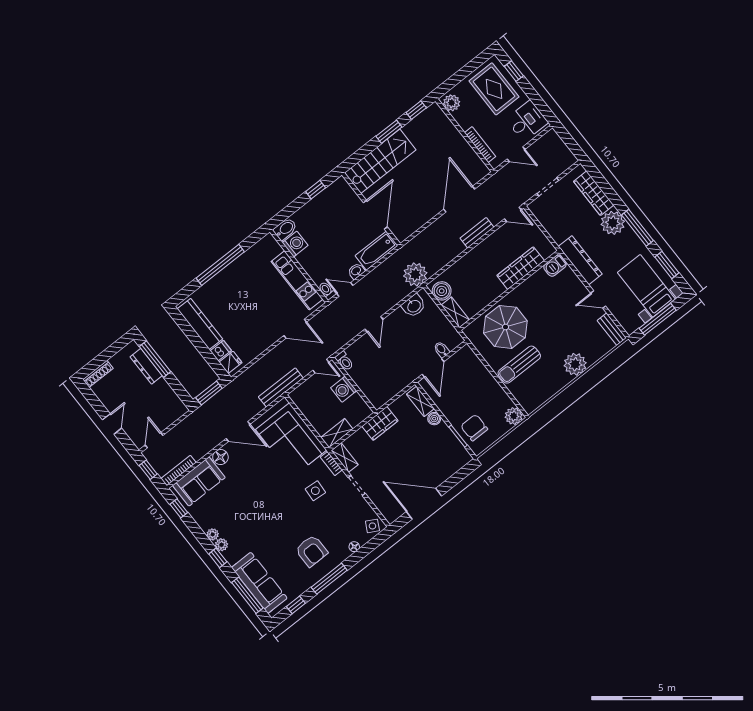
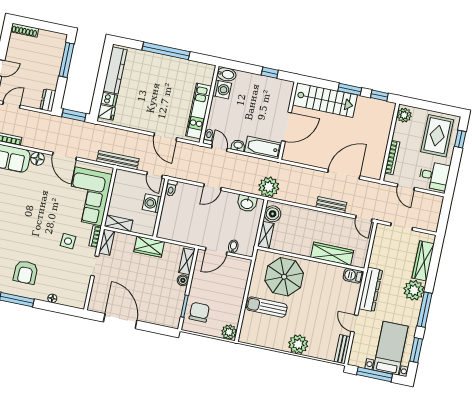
dresser: (146, 366) -> (48, 100), moved, width x0.70
side table: (372, 526) -> (76, 299), removed

